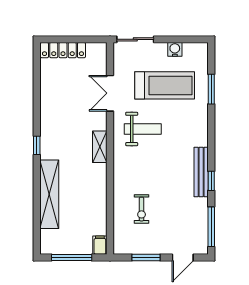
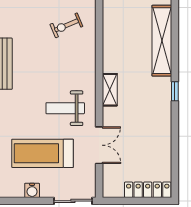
exercise bike: (142, 209) -> (66, 25), turned -113

